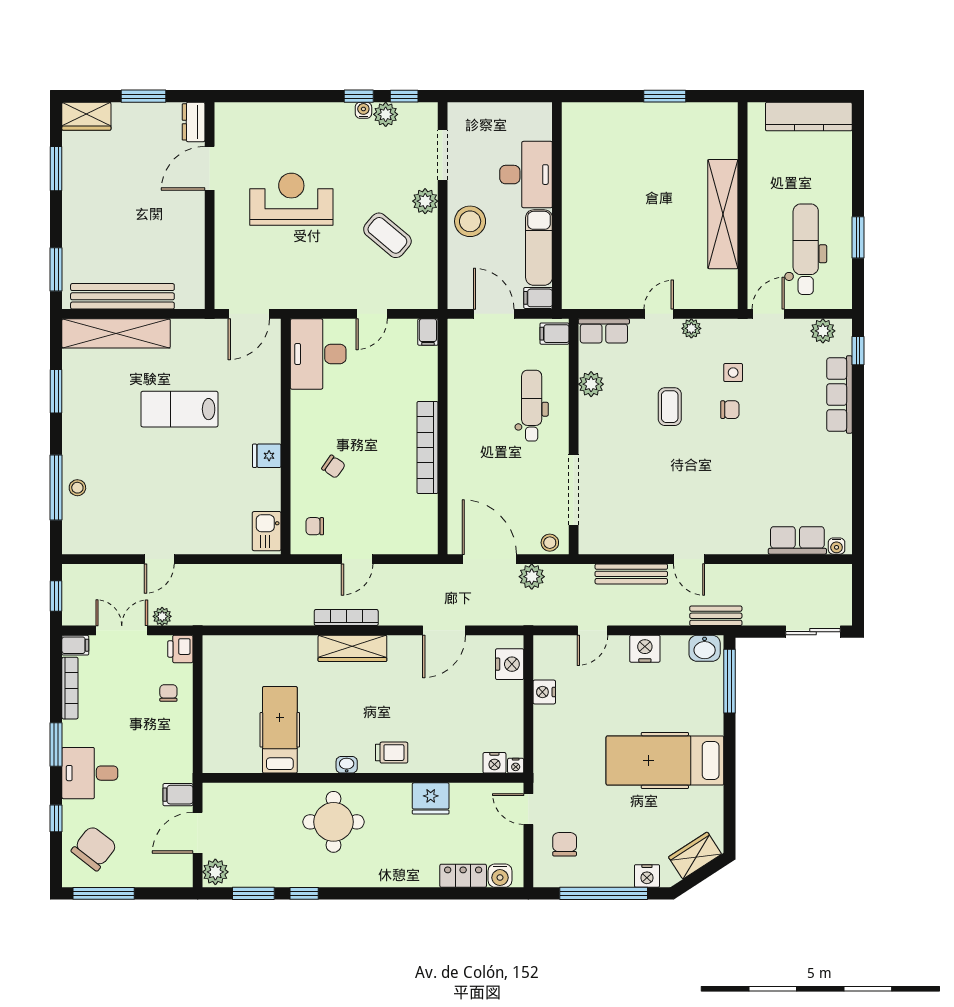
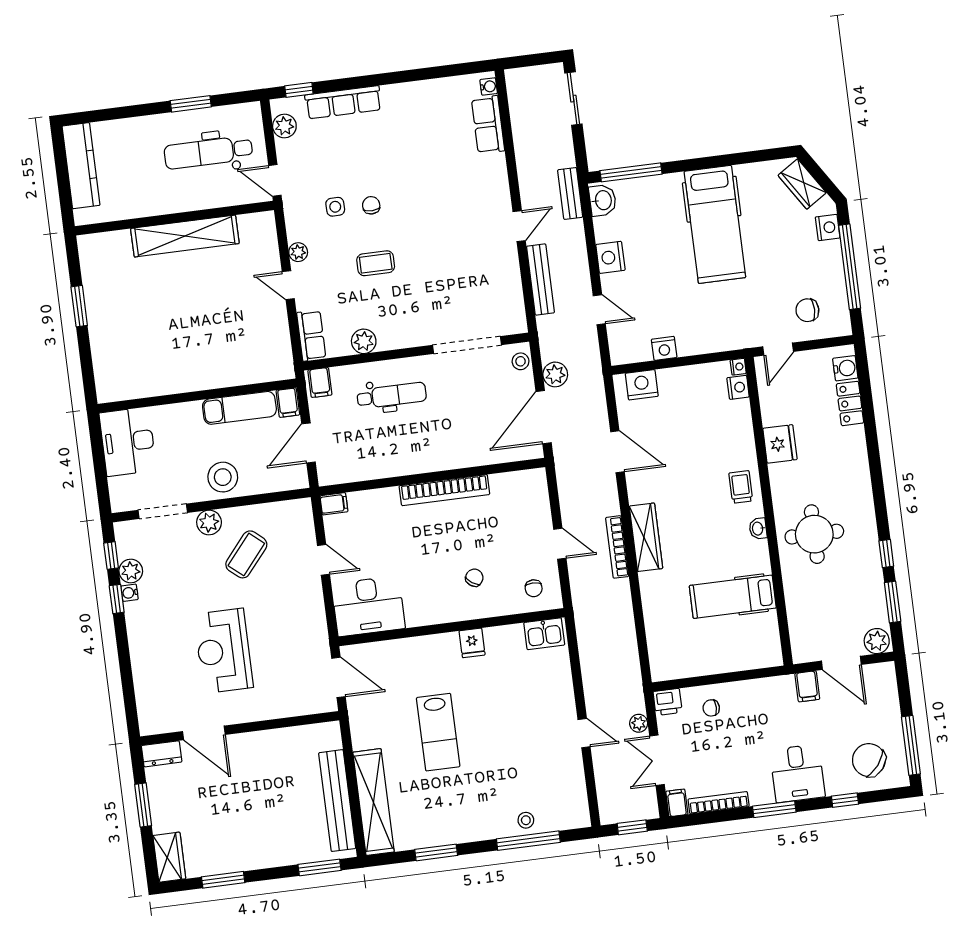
desk: (526, 175) -> (128, 442), moved, turned -90
dental chair: (532, 406) -> (392, 396), turned 180

